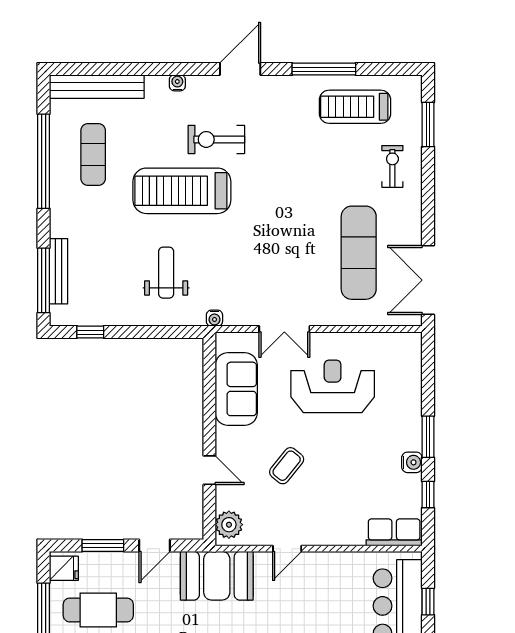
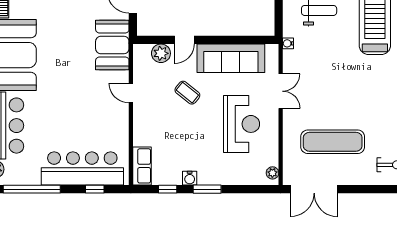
double door: (428, 280) -> (314, 189), swing flipped
double door: (284, 329) -> (281, 91), swing flipped
plant: (404, 341) -> (272, 173), added
sofa: (236, 389) -> (231, 58), width x1.36
plant: (229, 525) -> (161, 53), moved

